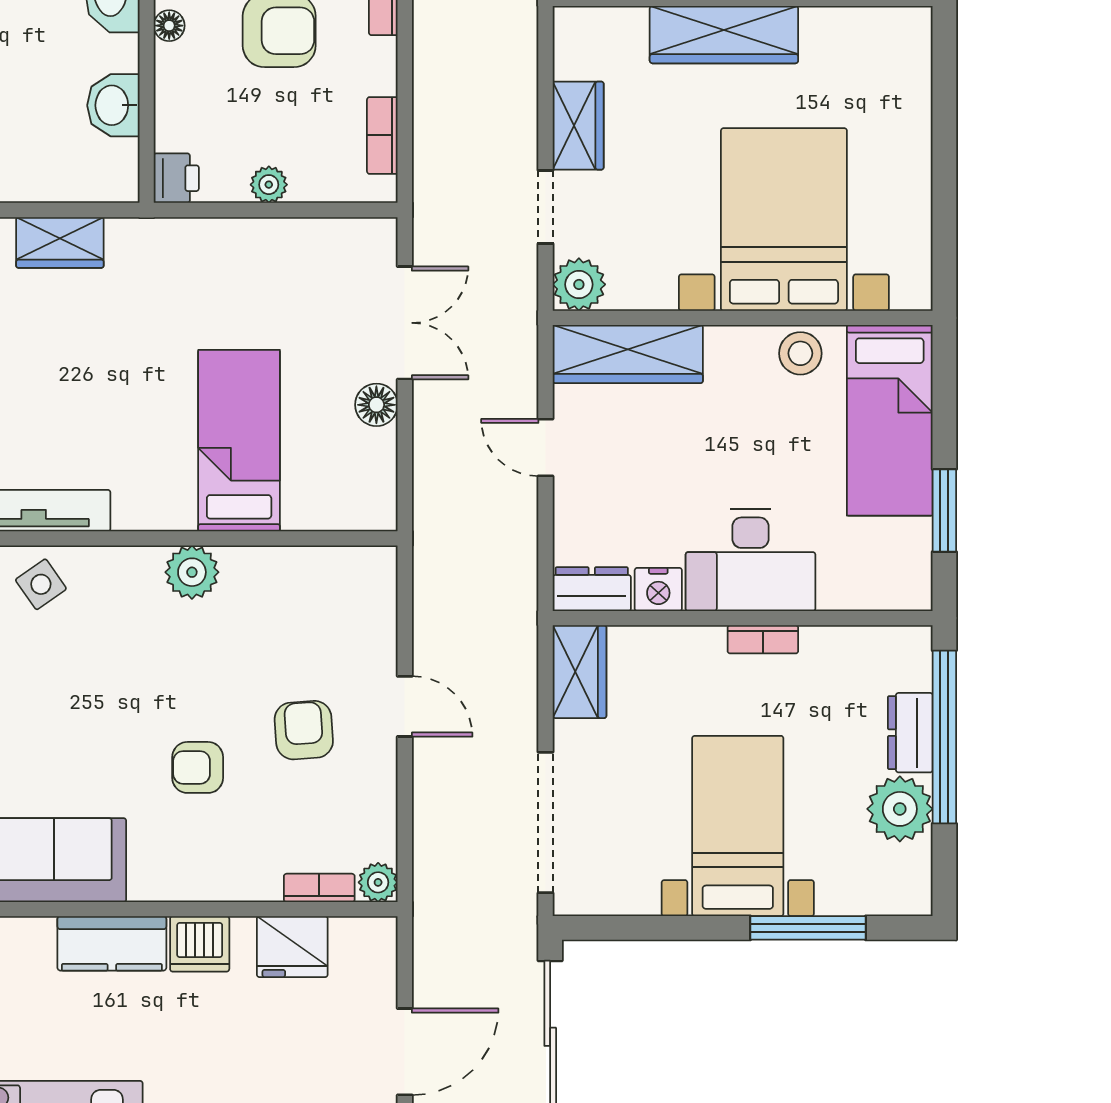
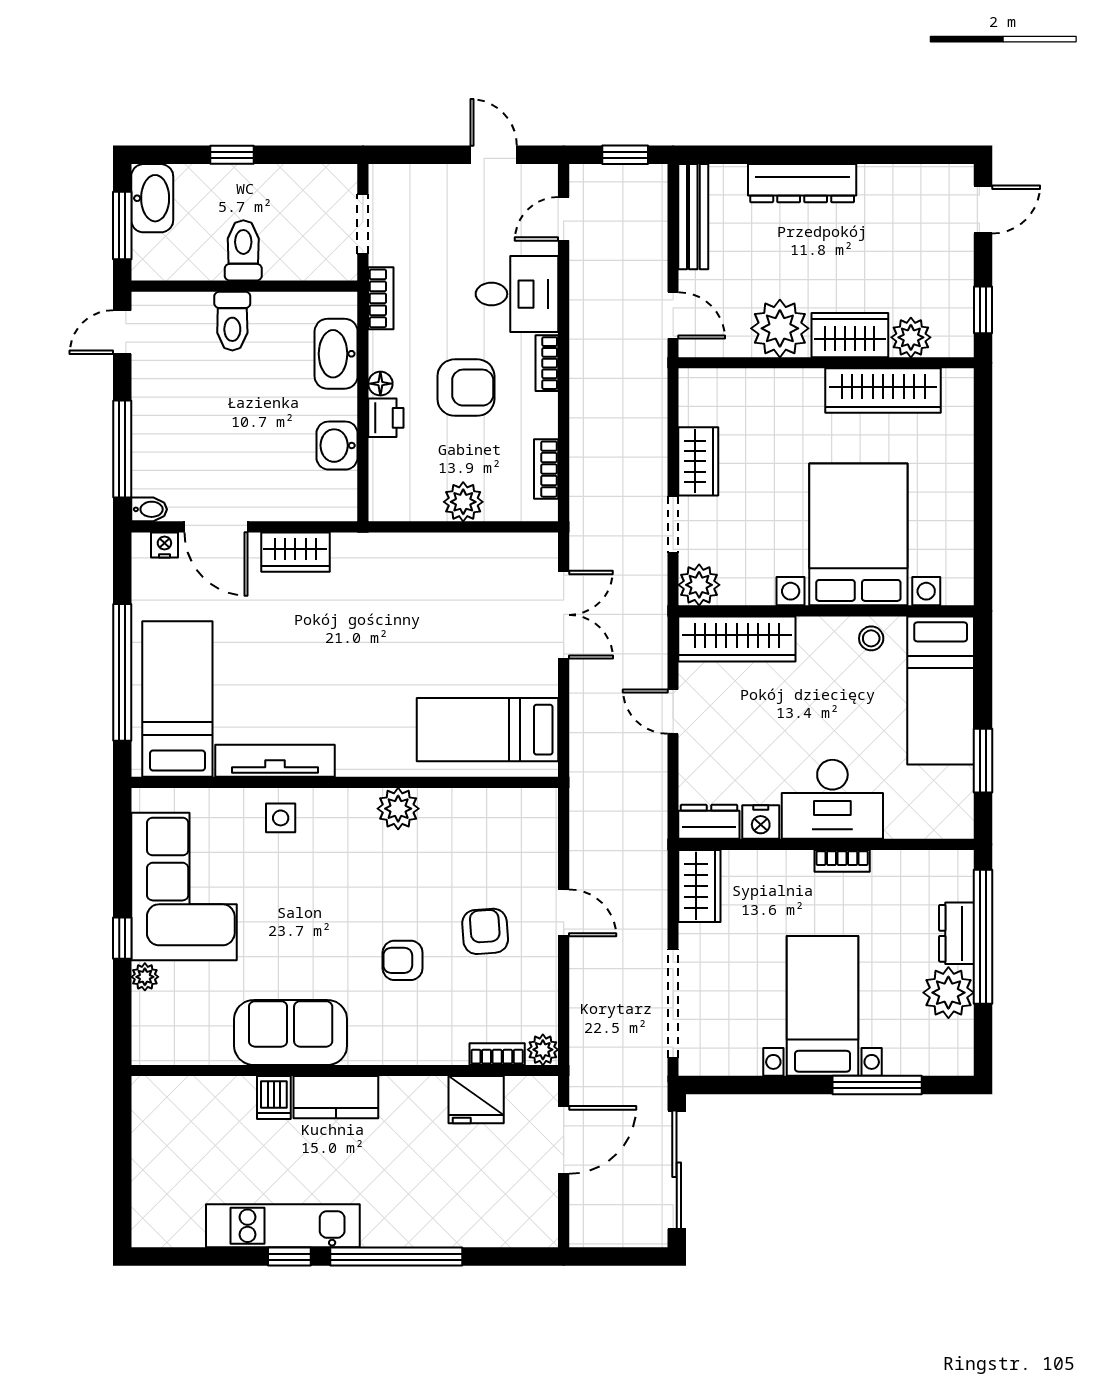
wardrobe: (724, 35) -> (883, 391), moved
printer: (176, 178) -> (386, 418), moved
plant: (269, 185) -> (463, 502), width x1.38, depth x1.38
stool: (800, 353) -> (871, 638), width x0.73, depth x0.73
floor lamp: (376, 405) -> (542, 678), removed
bed: (239, 441) -> (487, 730), moved, turned -90
side table: (41, 584) -> (281, 818), turned 35
dishwasher: (200, 944) -> (274, 1098), moved, width x0.73
door: (405, 1052) -> (564, 1140), moved

